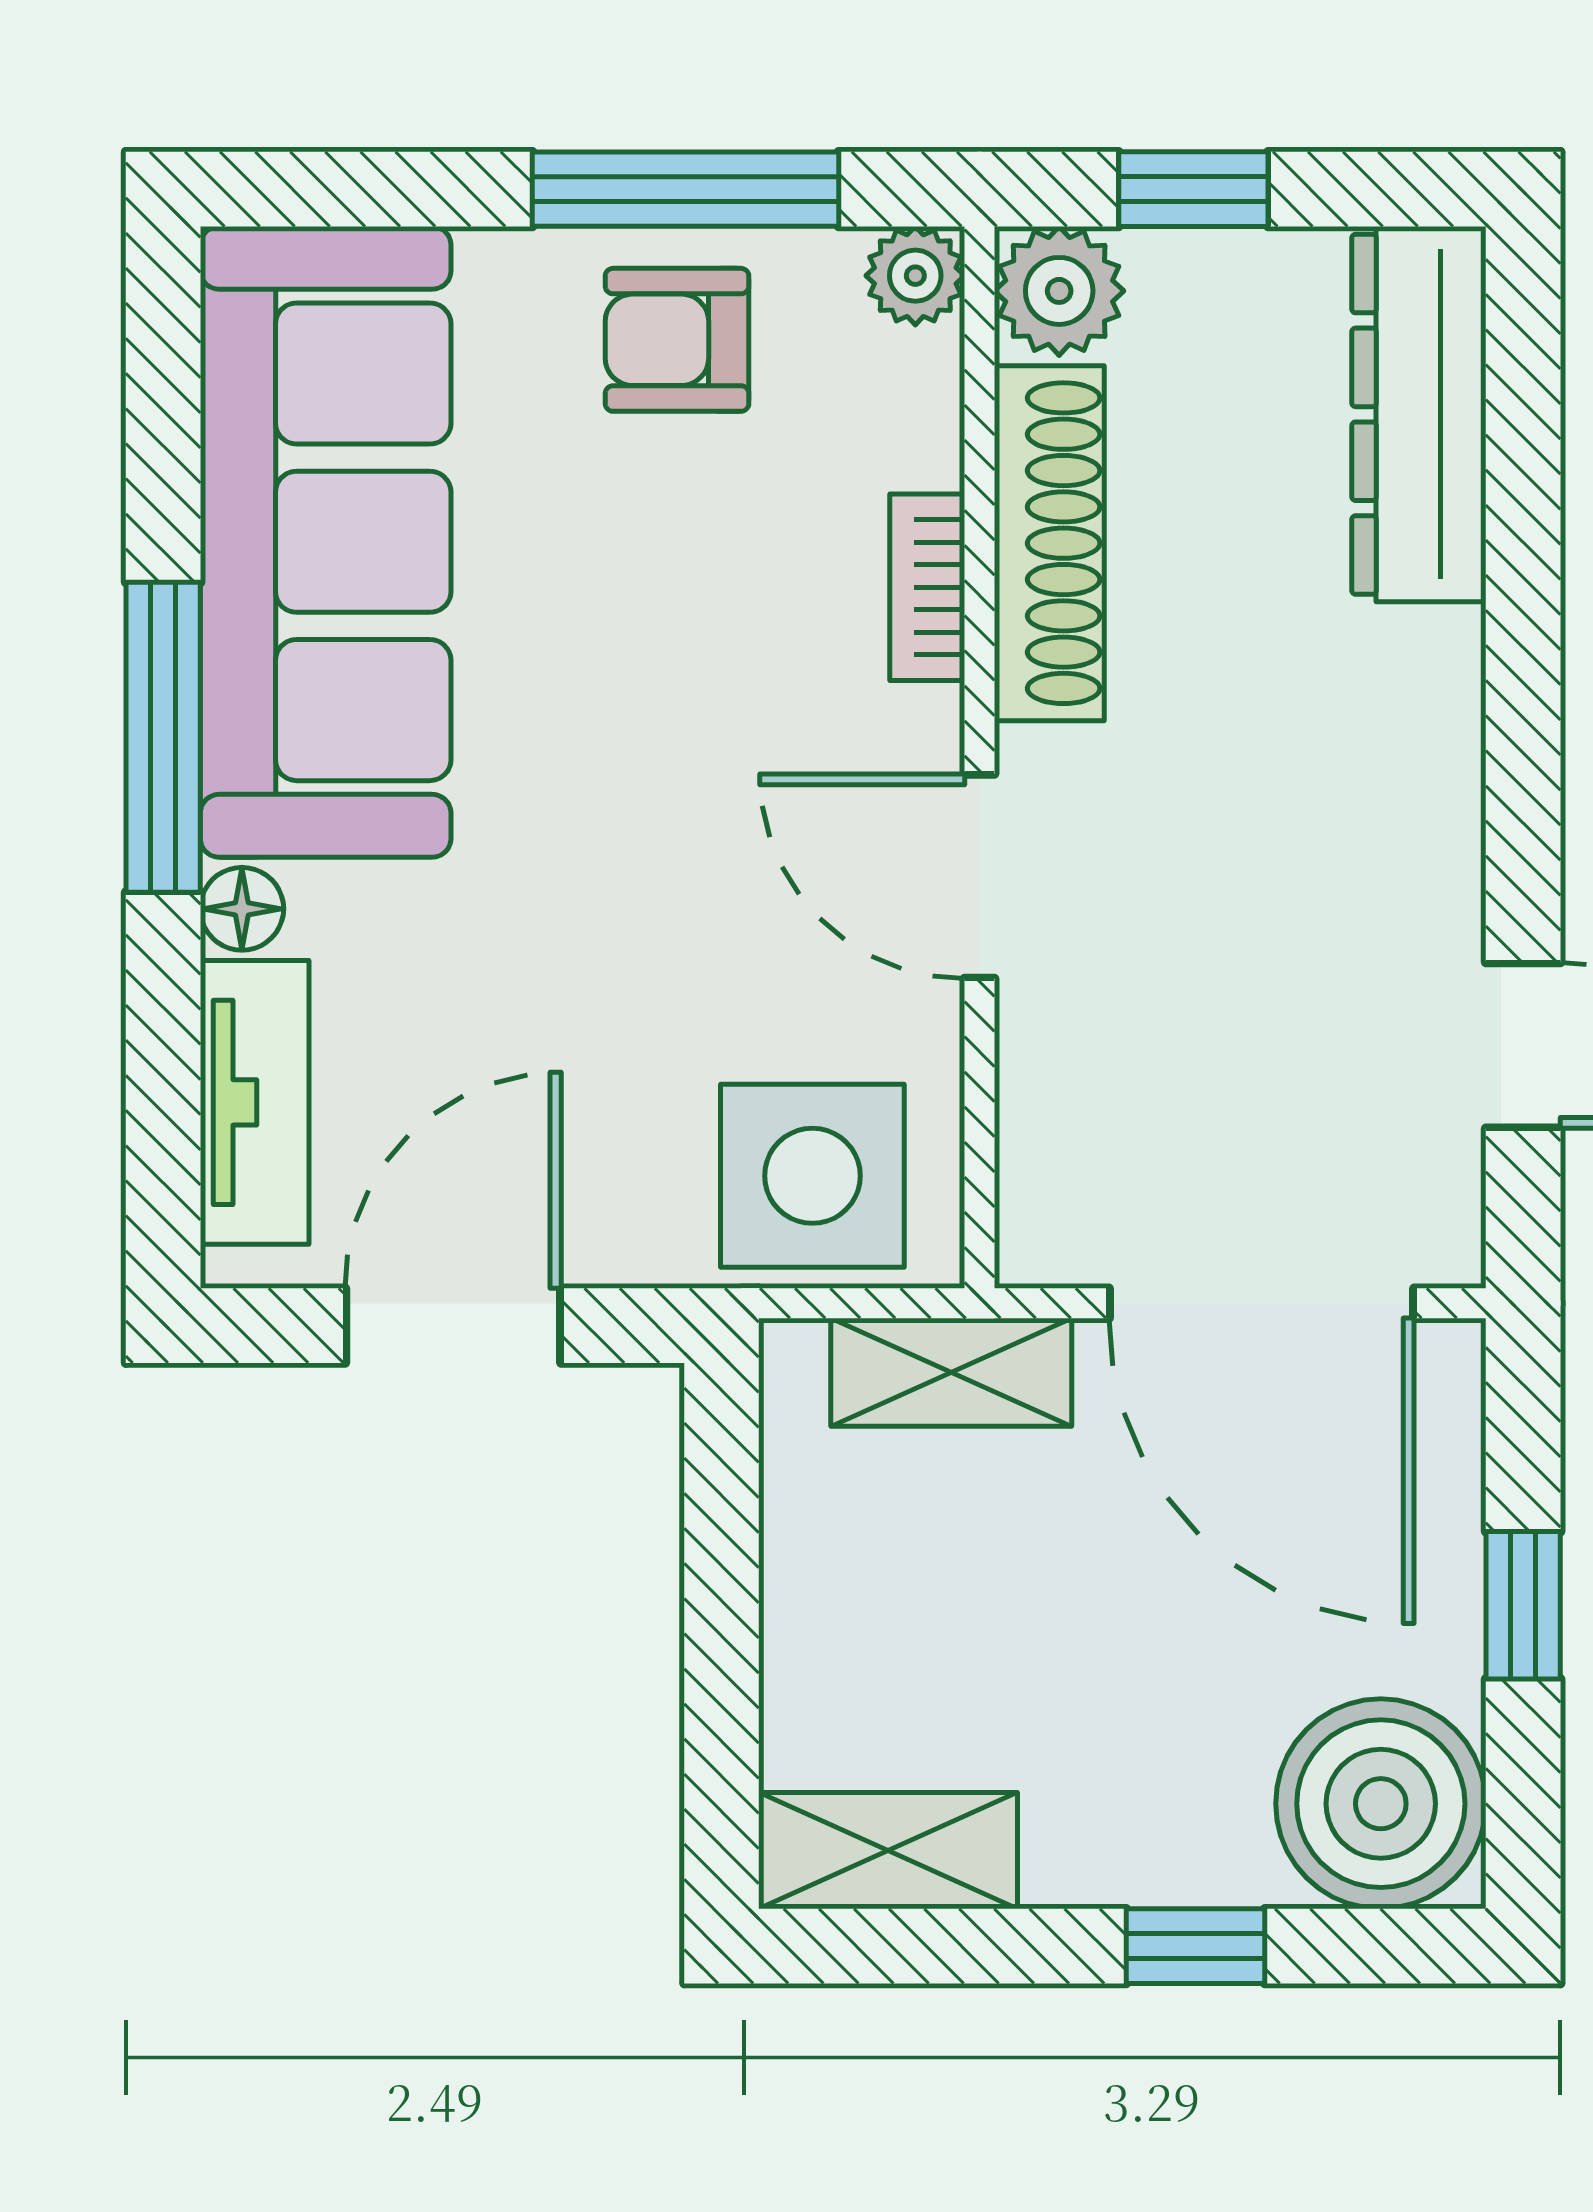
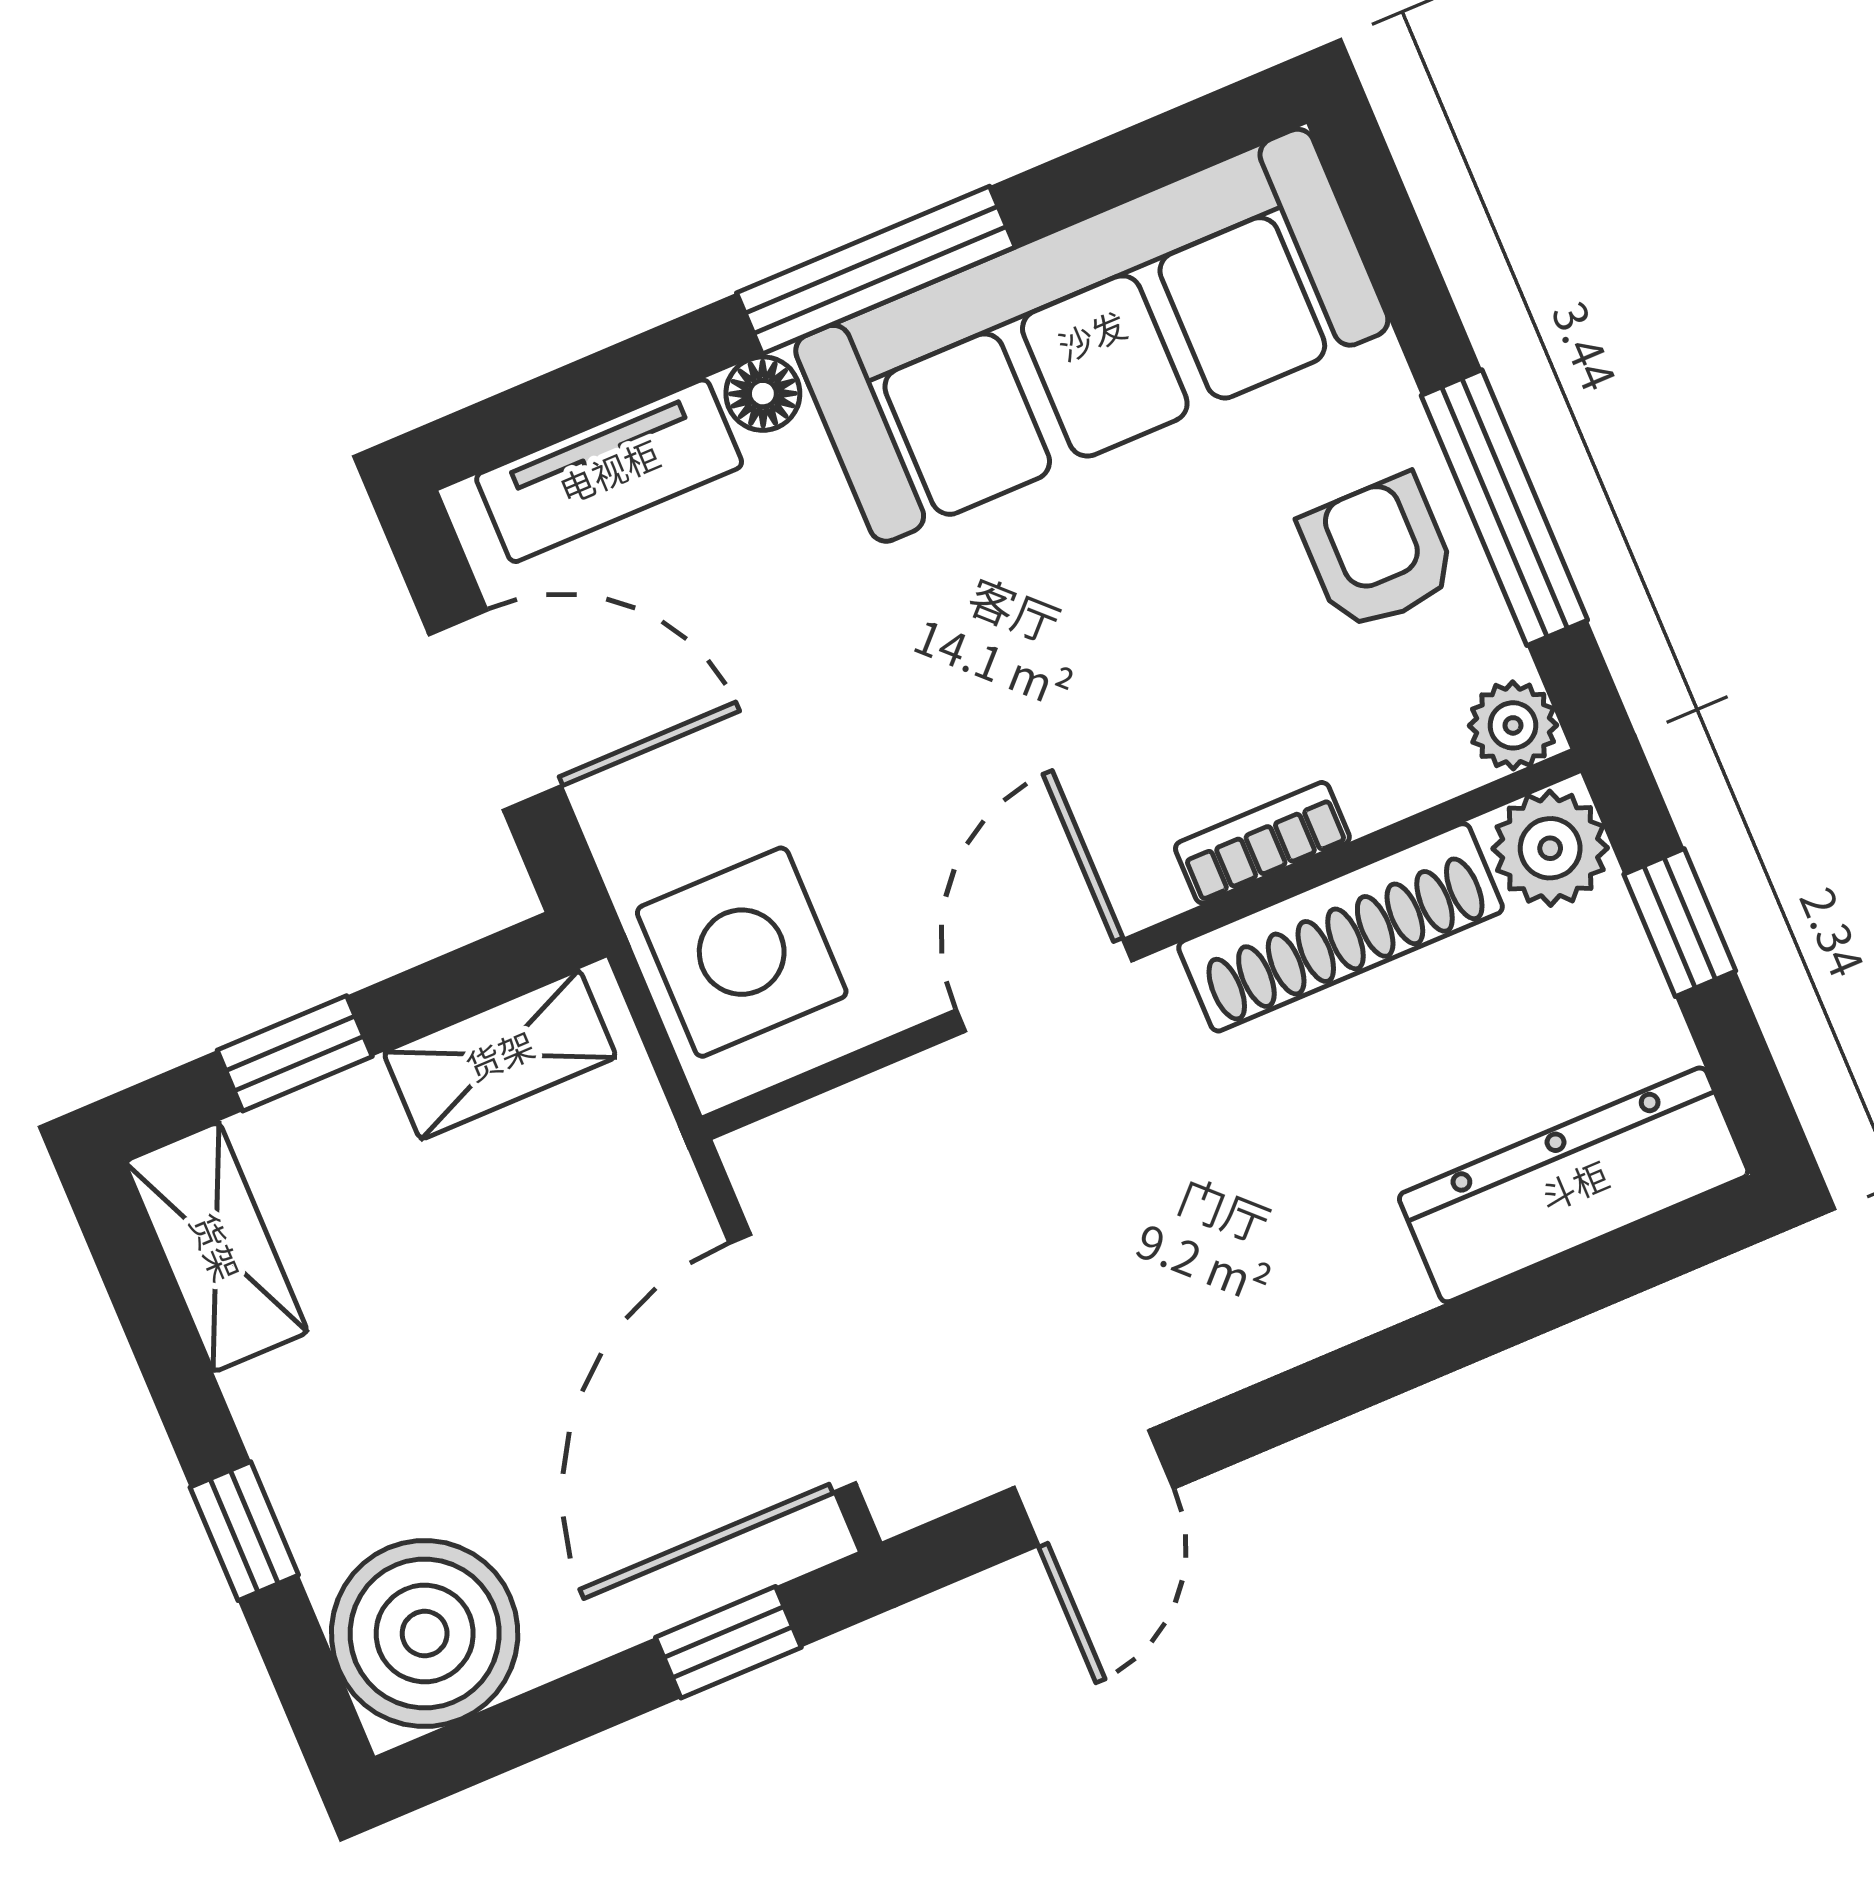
shelving: (951, 1372) -> (500, 1055), moved, turned 90
window: (1523, 1605) -> (728, 1642), moved
window: (721, 1684) -> (295, 1053), added

